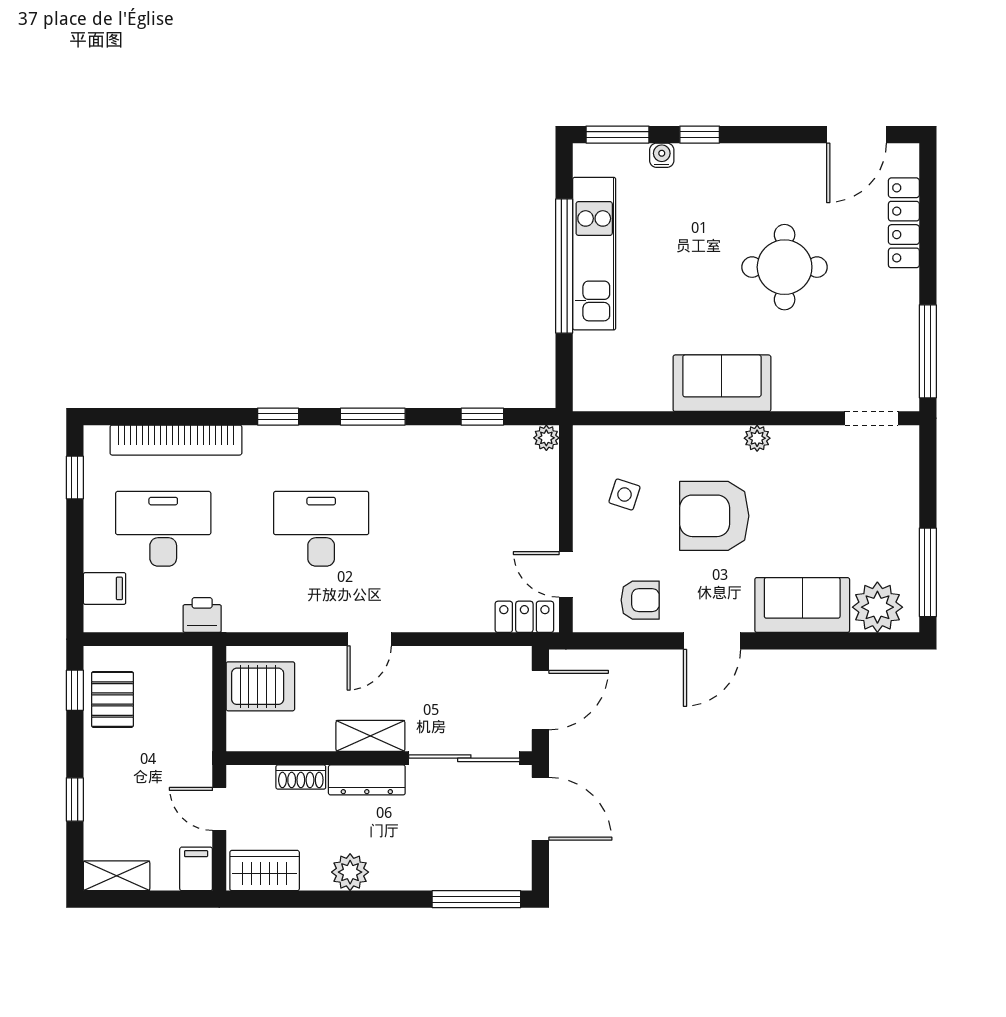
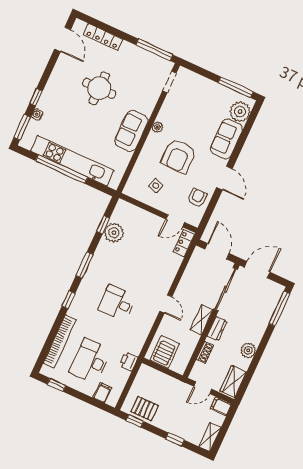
kitchen unit: (594, 254) -> (72, 161), width x1.36
plant: (546, 438) -> (114, 233), moved, width x1.88, depth x1.88
desk: (321, 529) -> (117, 303), width x0.73
dresser: (367, 780) -> (217, 329), width x0.70

